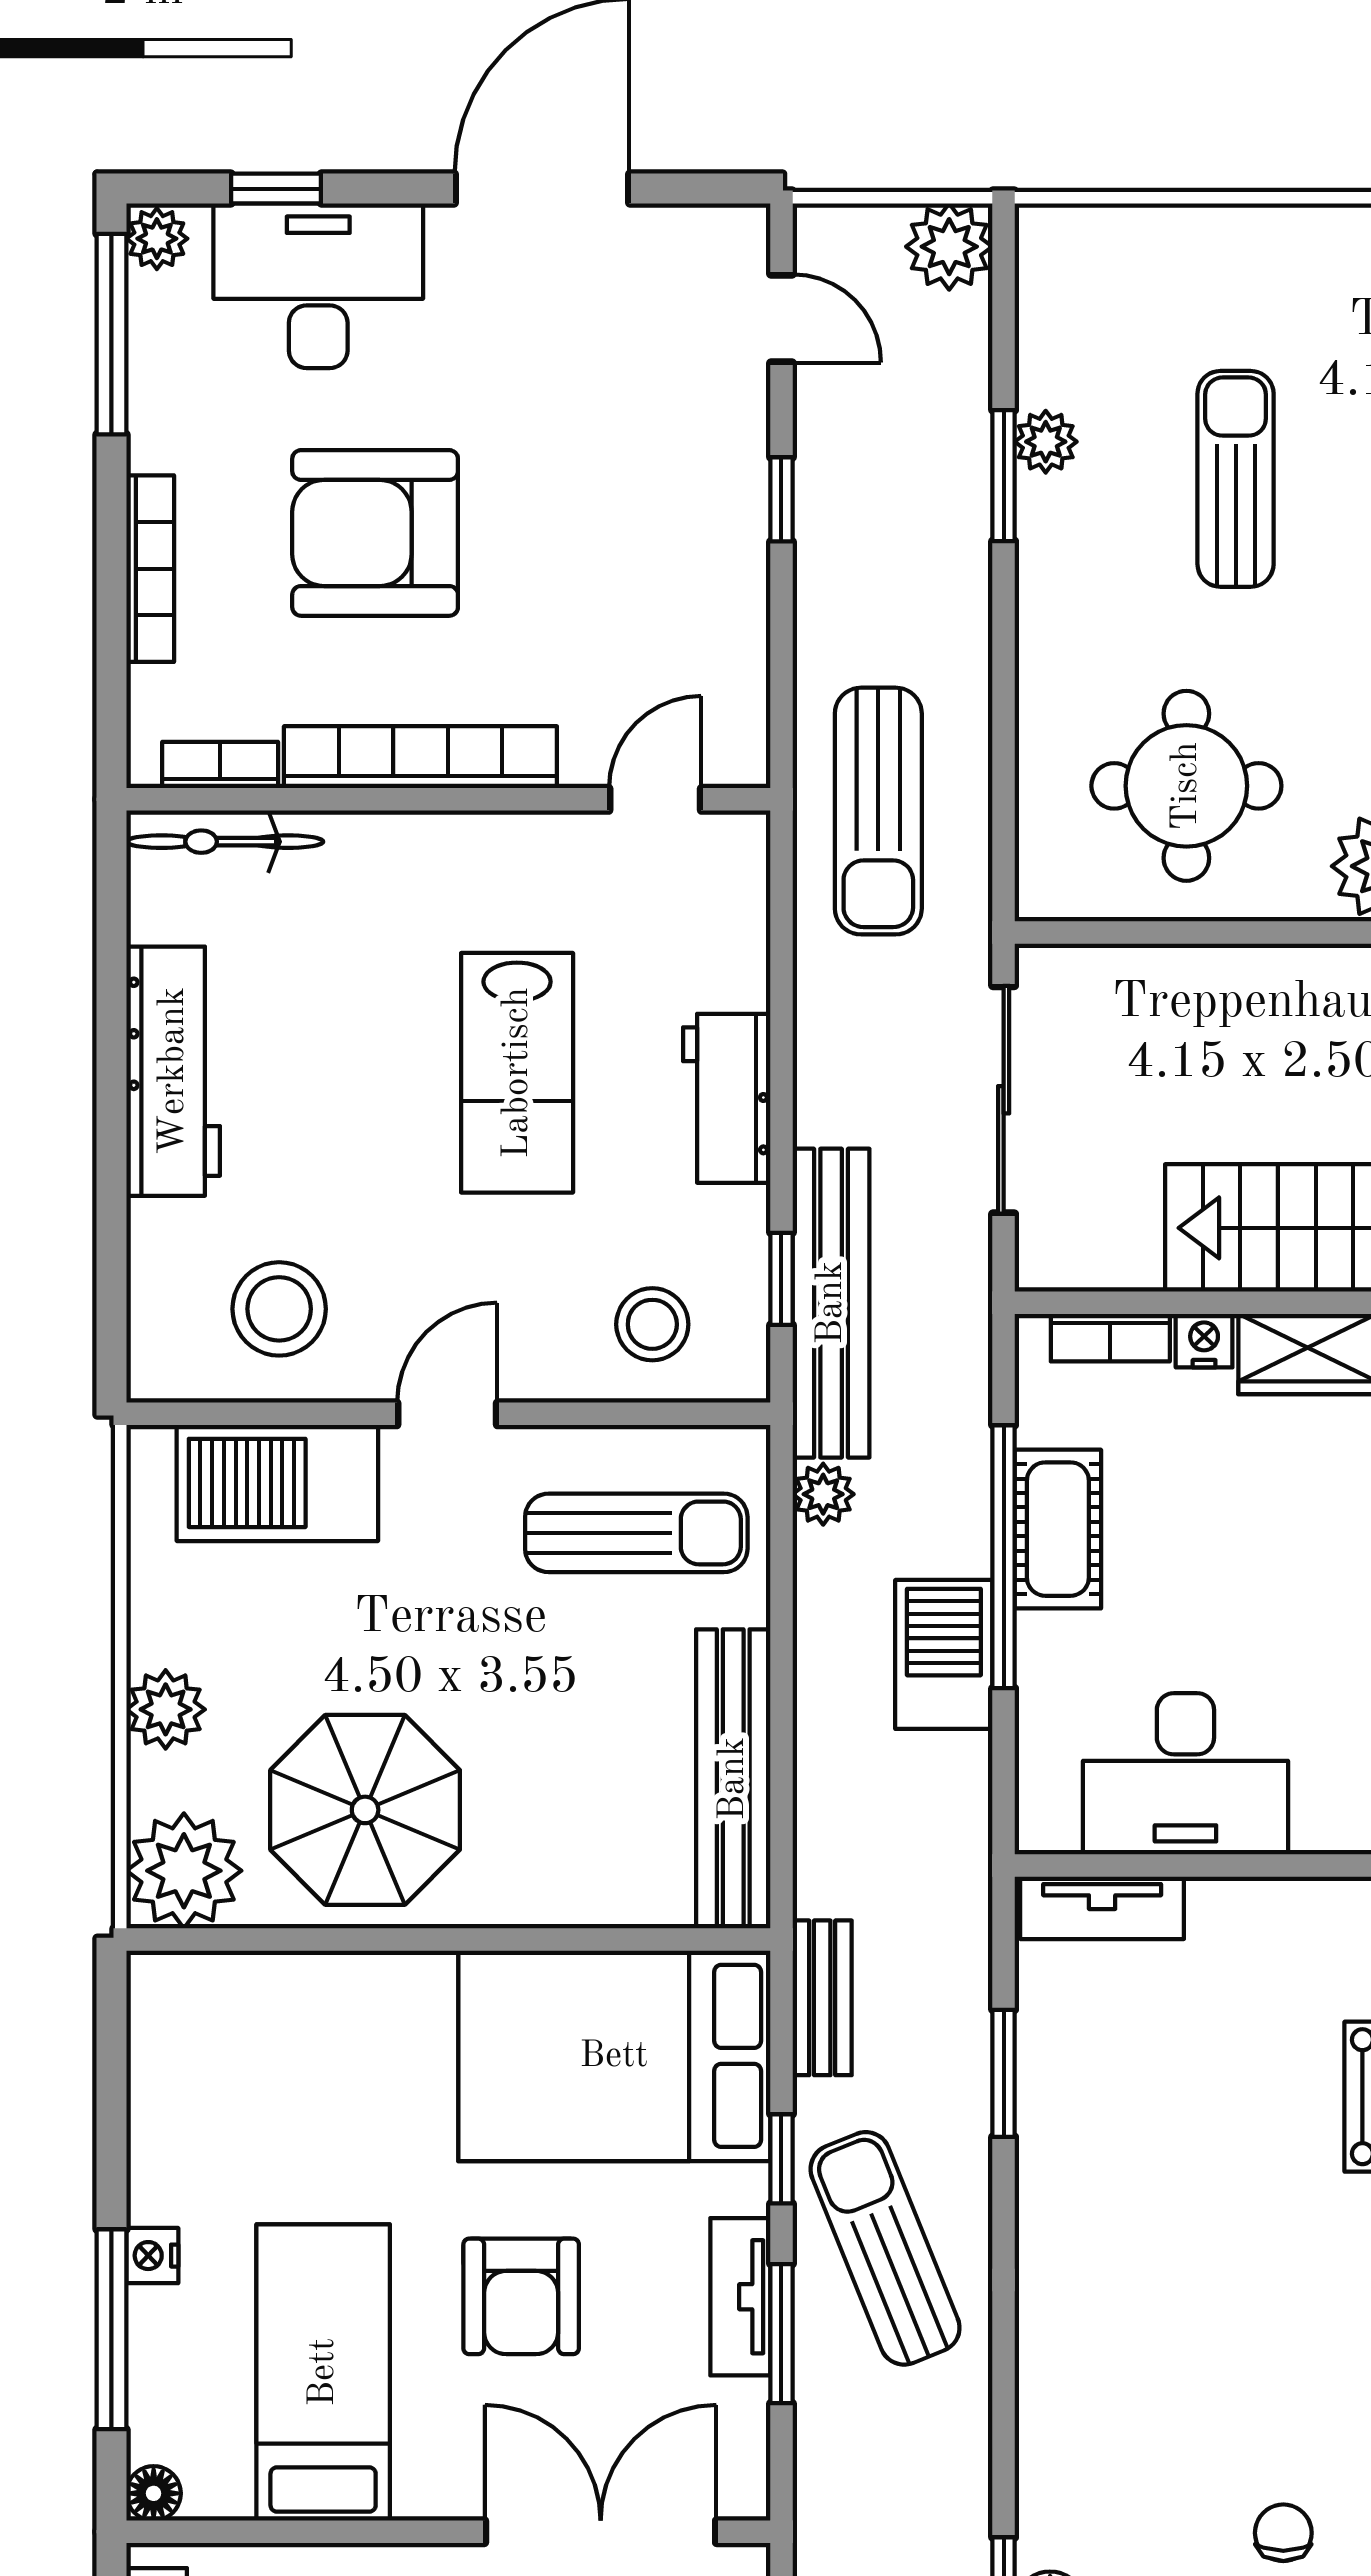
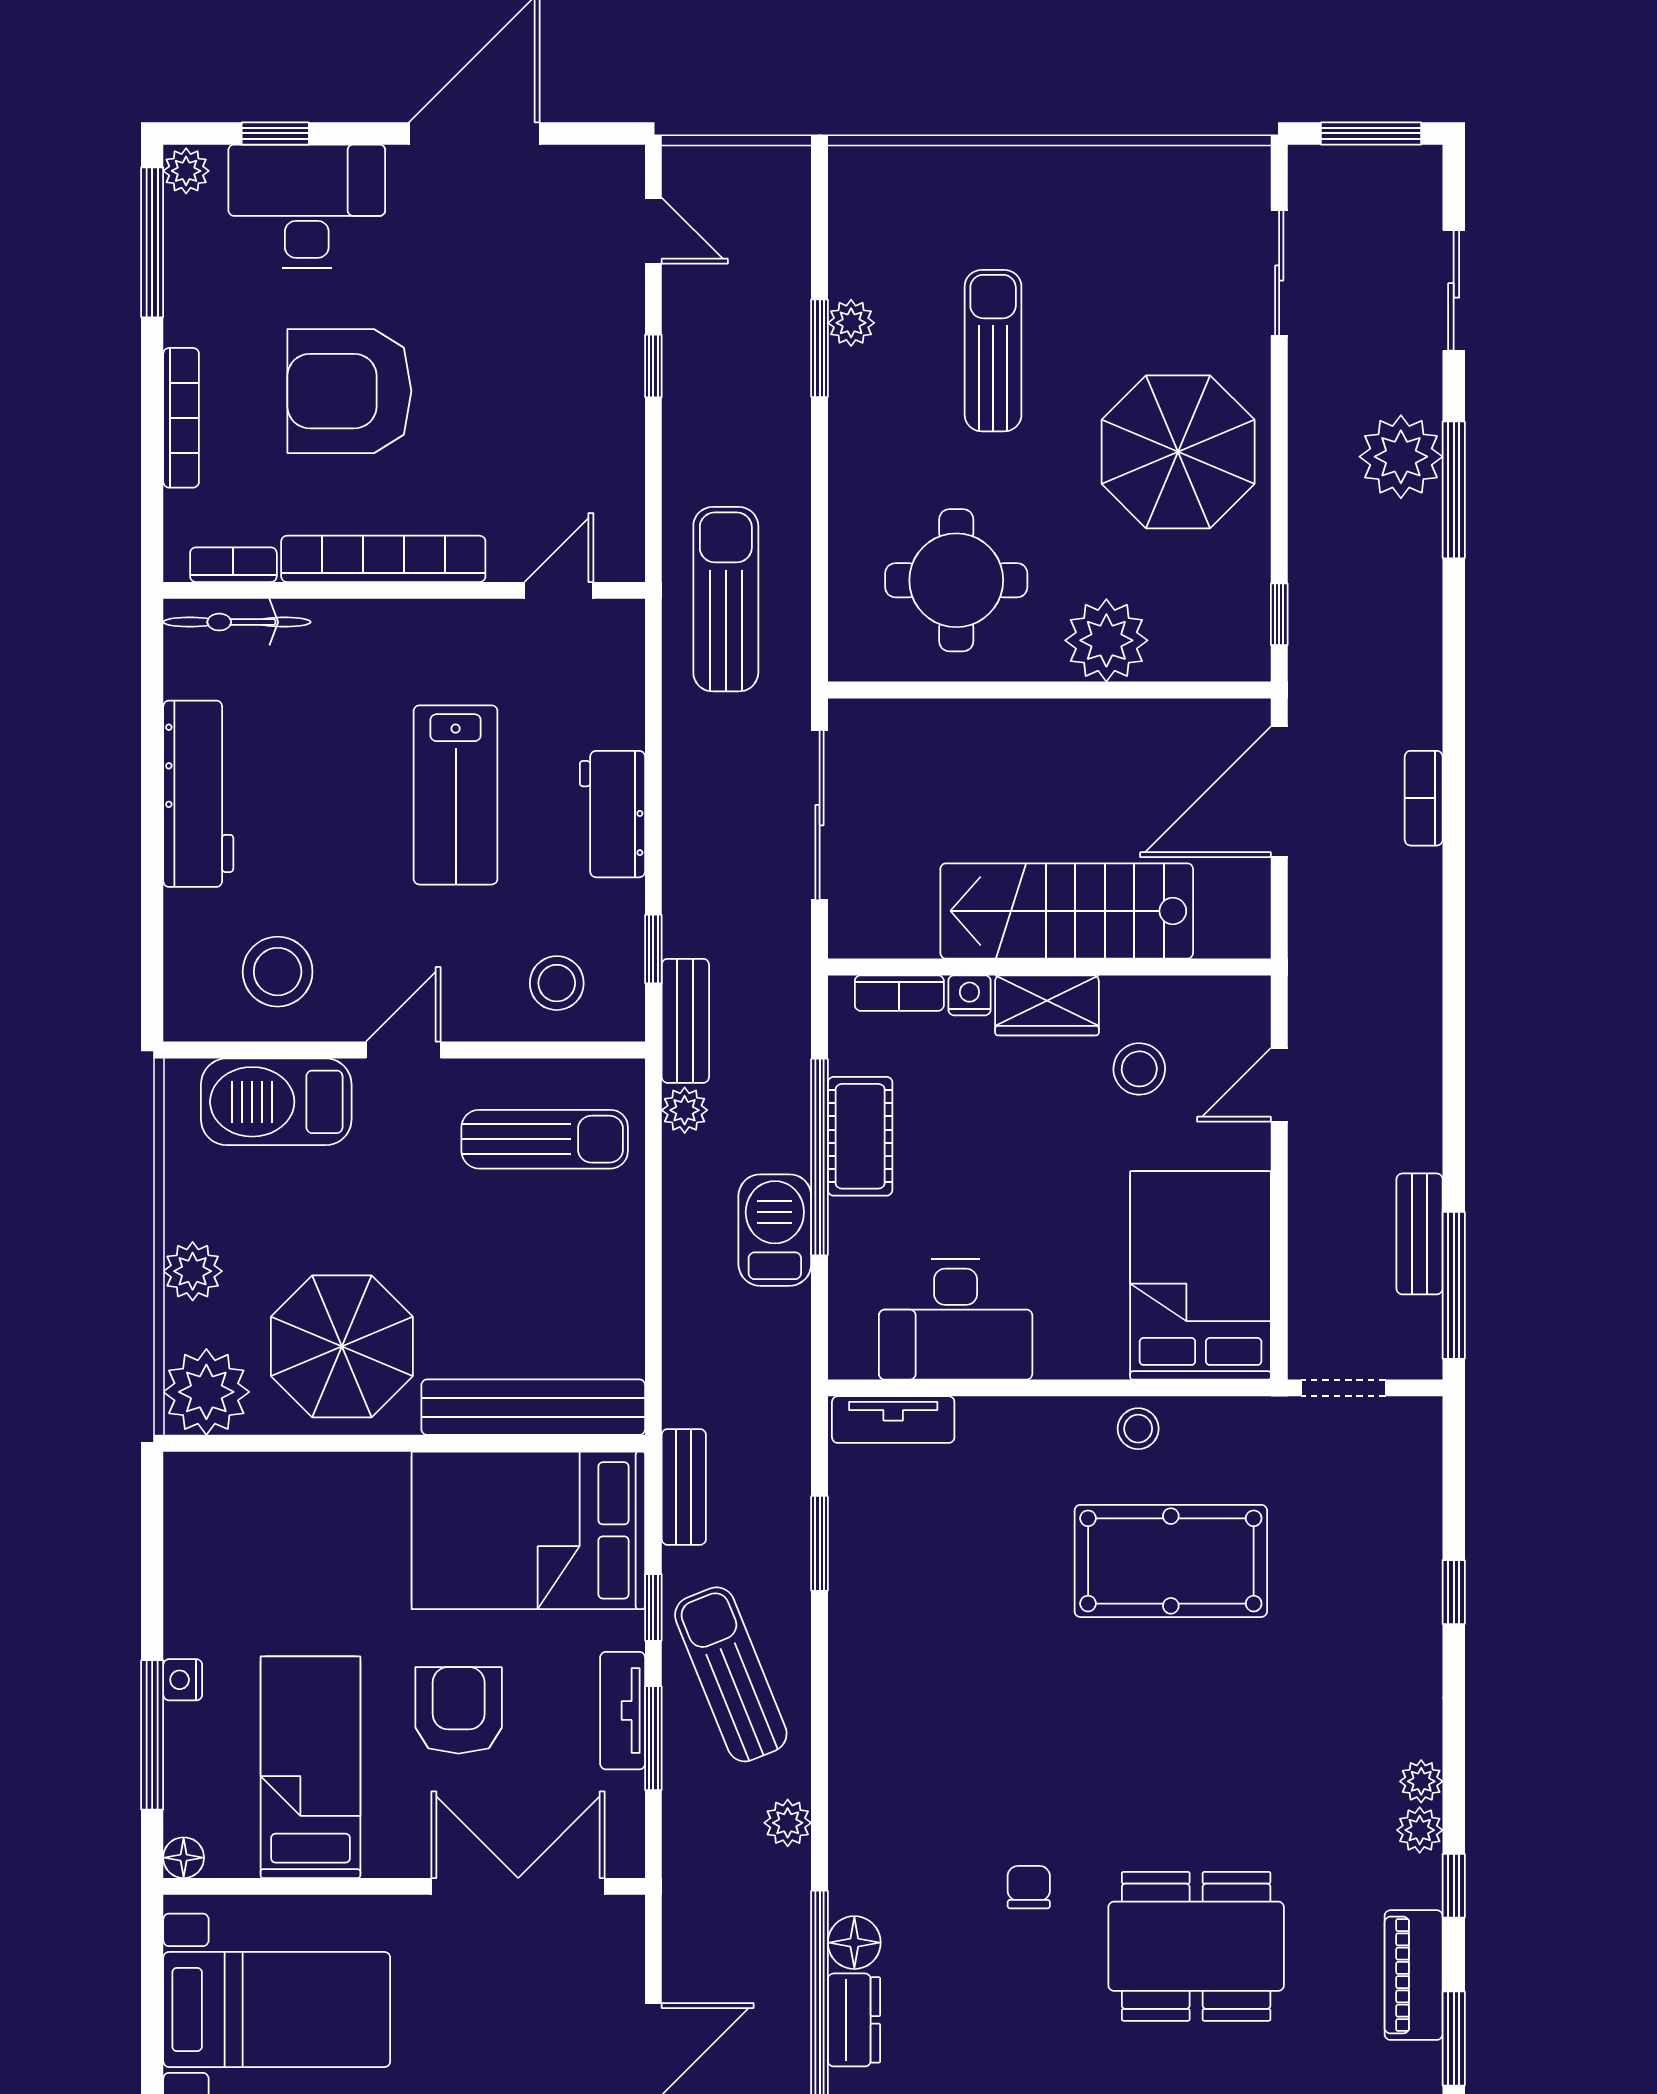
plant: (949, 247) -> (788, 1823), moved, width x0.73, depth x0.73
sun lounger: (878, 811) -> (726, 599), turned 180
bench: (831, 1303) -> (685, 1021), width x0.54, depth x0.82
bench: (733, 1779) -> (533, 1407), moved, turned 90
armchair: (521, 2296) -> (459, 1710), turned 180

